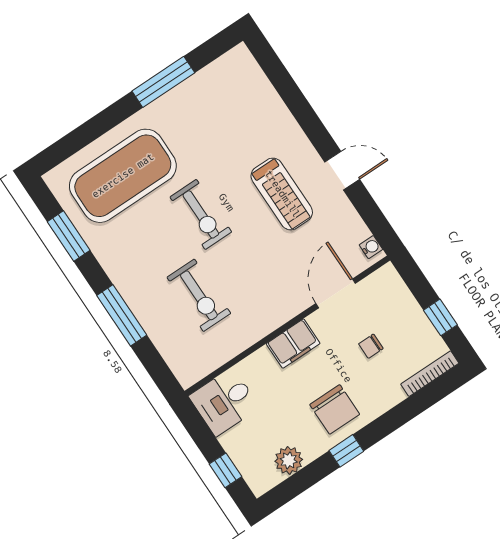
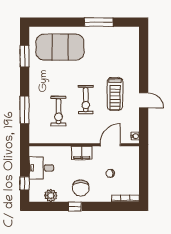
exercise bike: (201, 214) -> (86, 100), moved
window: (122, 315) -> (25, 110), moved
window: (440, 317) -> (144, 180), removed
desk: (224, 402) -> (41, 168), moved

